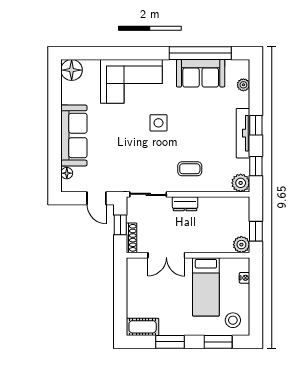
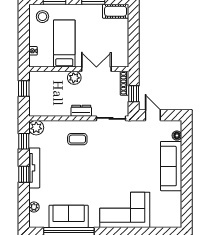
floor lamp: (72, 70) -> (173, 219), removed
side table: (158, 123) -> (103, 176), removed
plant: (241, 245) -> (74, 78), moved

